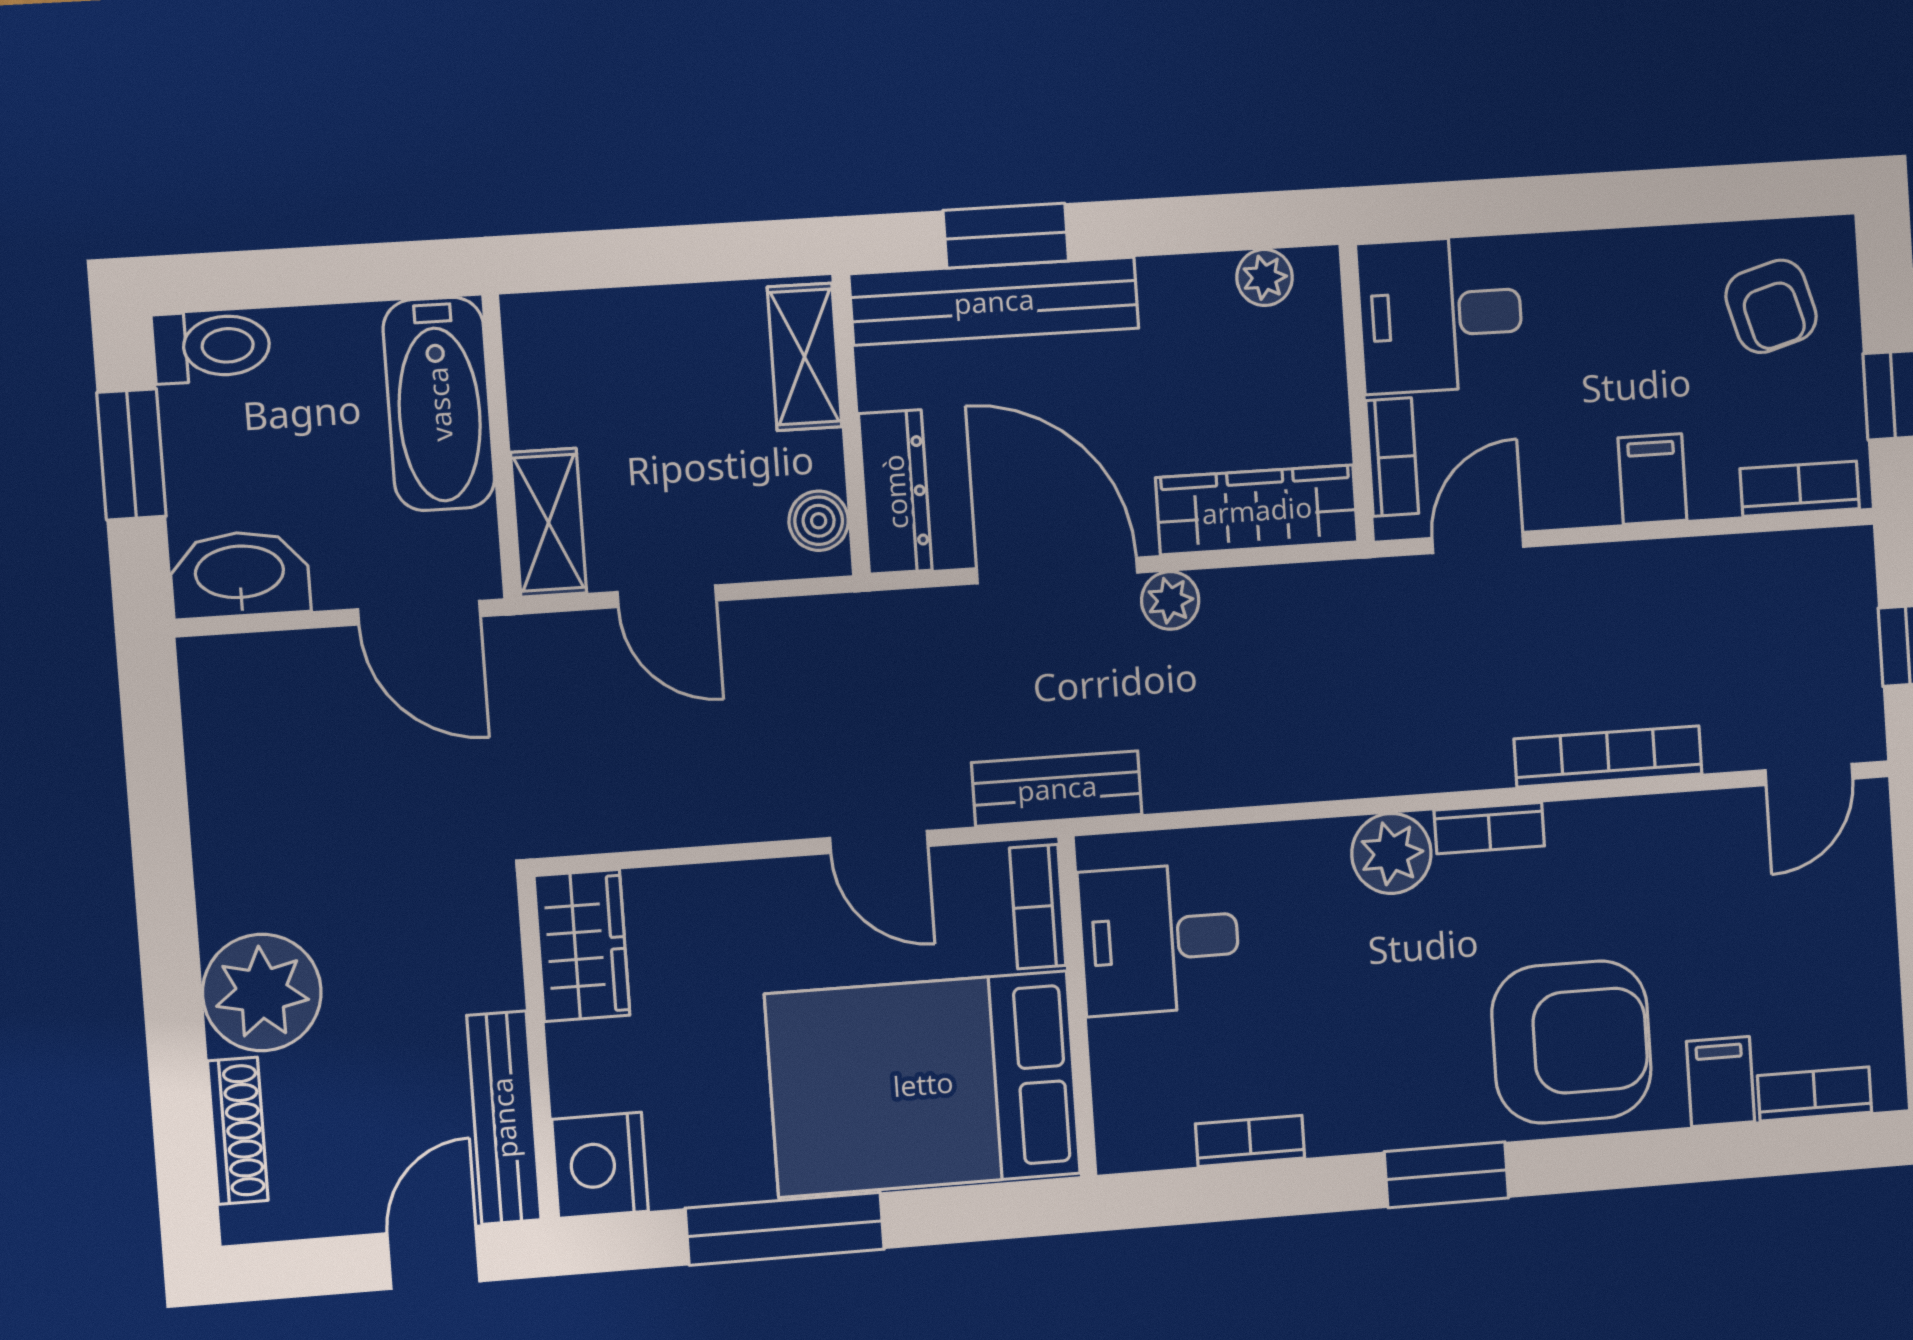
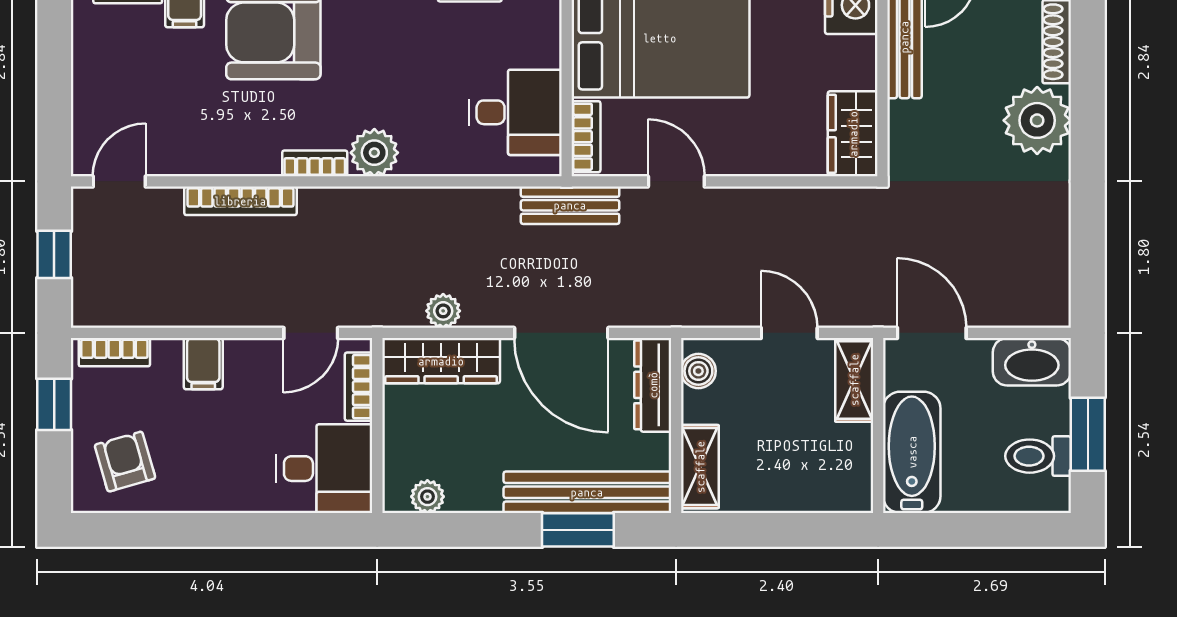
toilet: (211, 346) -> (1038, 456), moved
plant: (1170, 600) -> (443, 311), moved

